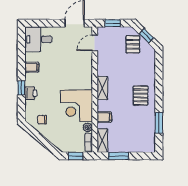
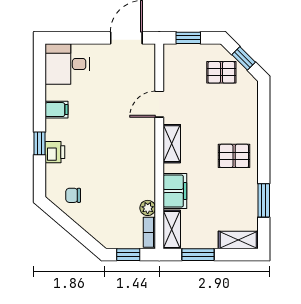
door: (95, 43) -> (159, 104), moved
pallet: (133, 44) -> (221, 72), turned 90
pallet: (141, 96) -> (234, 156), turned 90
corner desk: (76, 106) -> (129, 173), removed
filing cabinet: (104, 117) -> (175, 191), width x2.00
shelving: (143, 147) -> (238, 240), added

